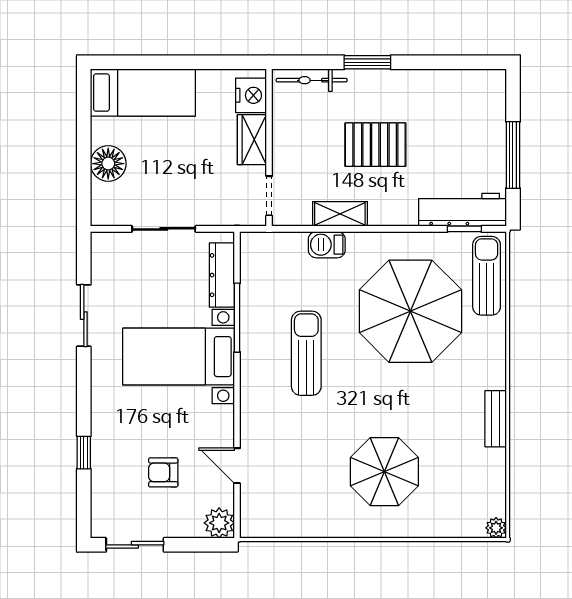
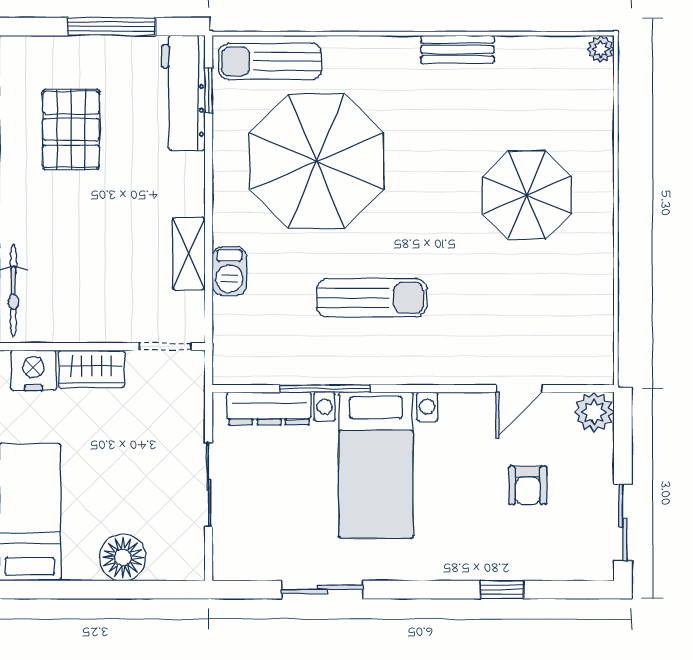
pallet: (375, 145) -> (71, 130), moved
sun lounger: (306, 353) -> (372, 298), turned 180

